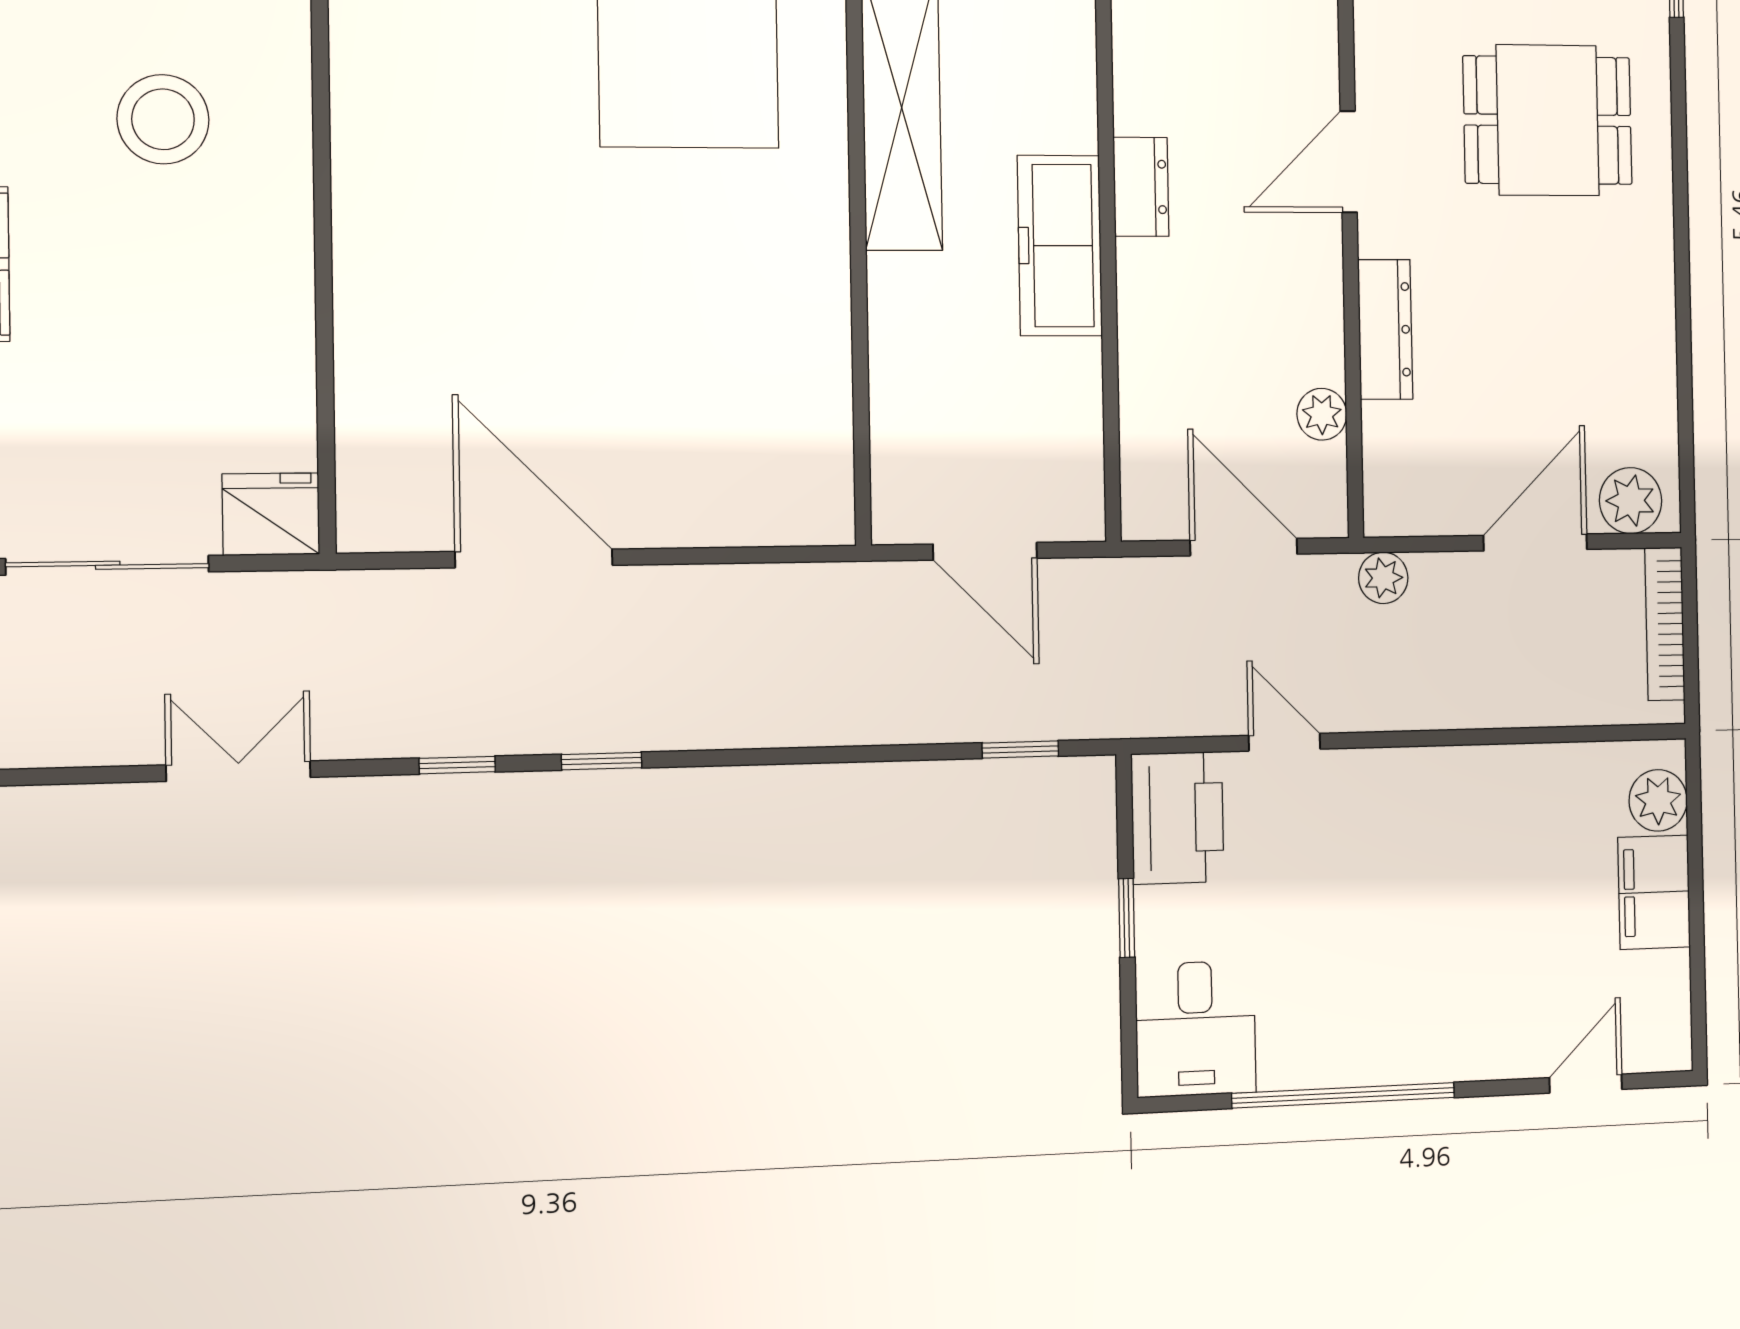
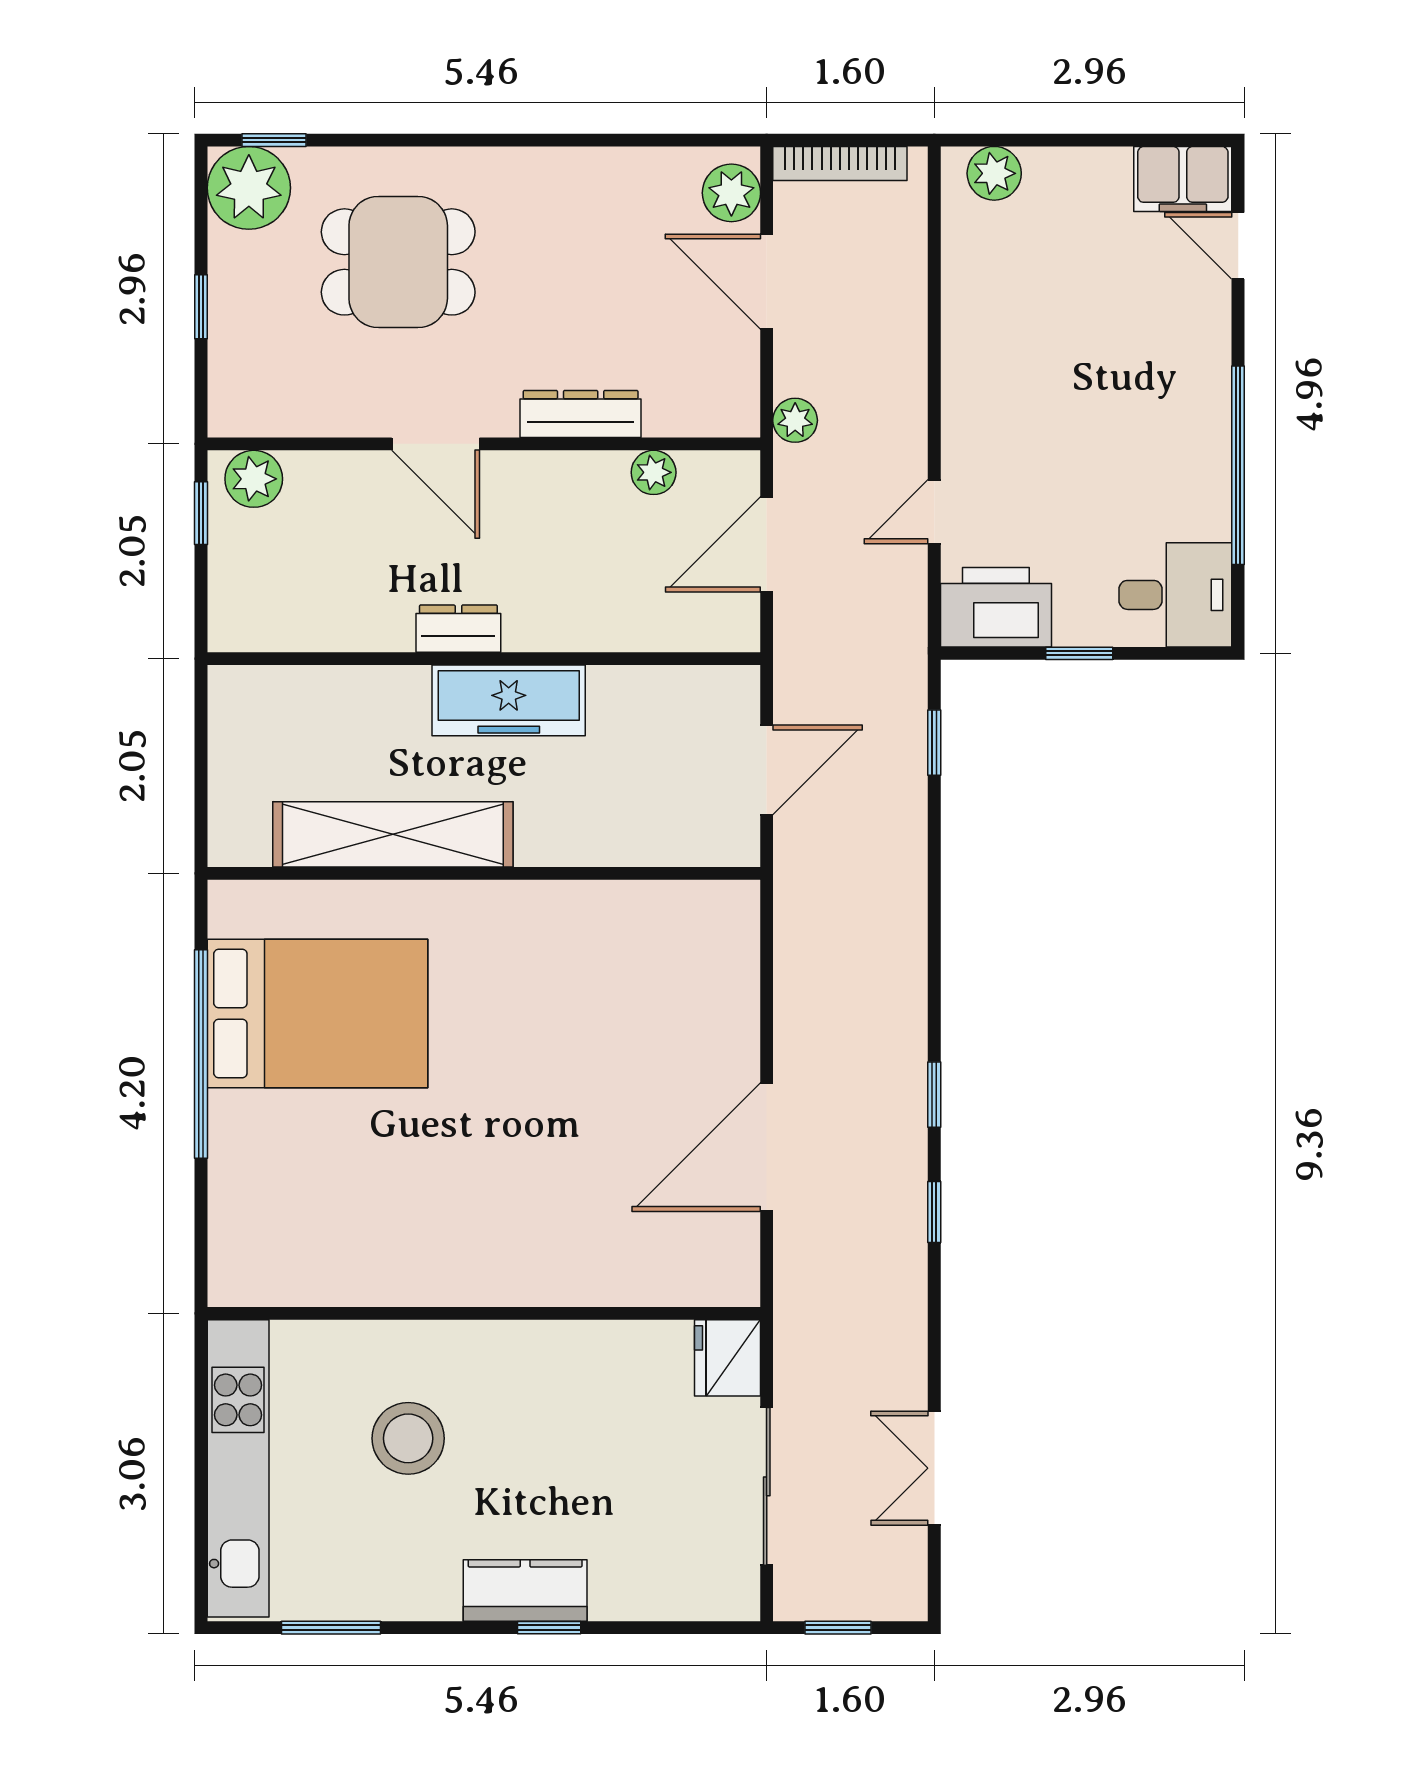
dining table: (1548, 120) -> (398, 262), turned 90
double door: (238, 771) -> (934, 1468), moved
filing cabinet: (1654, 892) -> (1183, 179), moved

